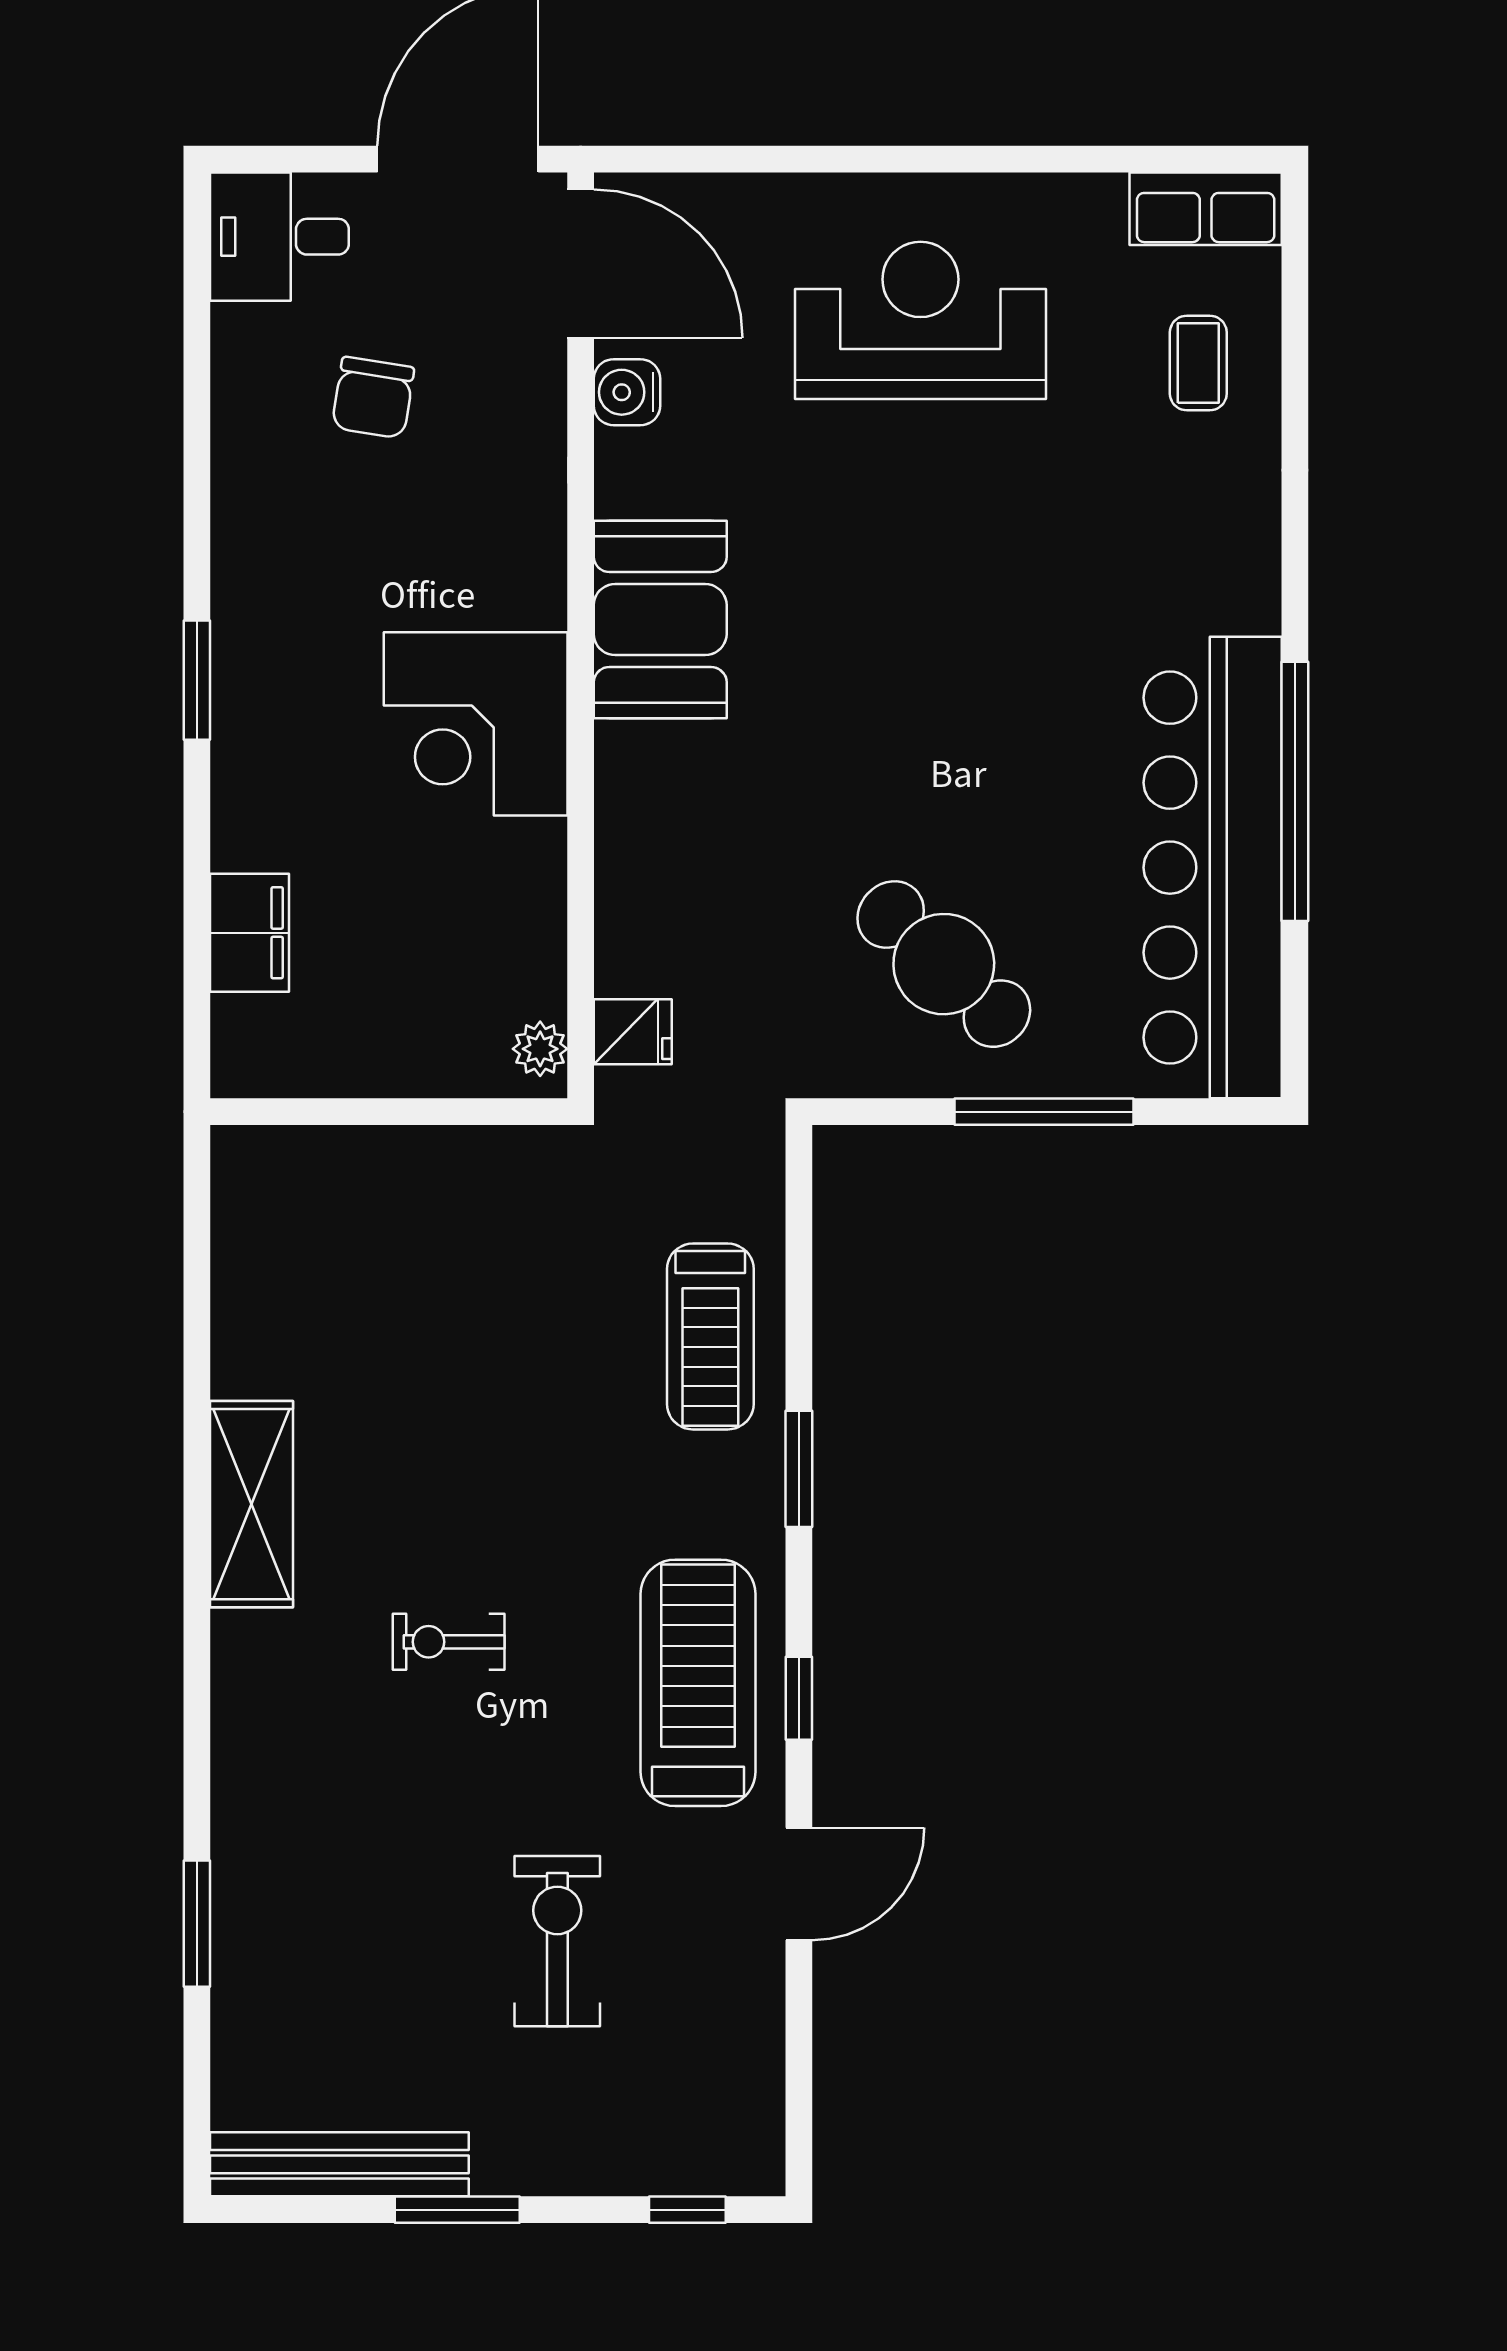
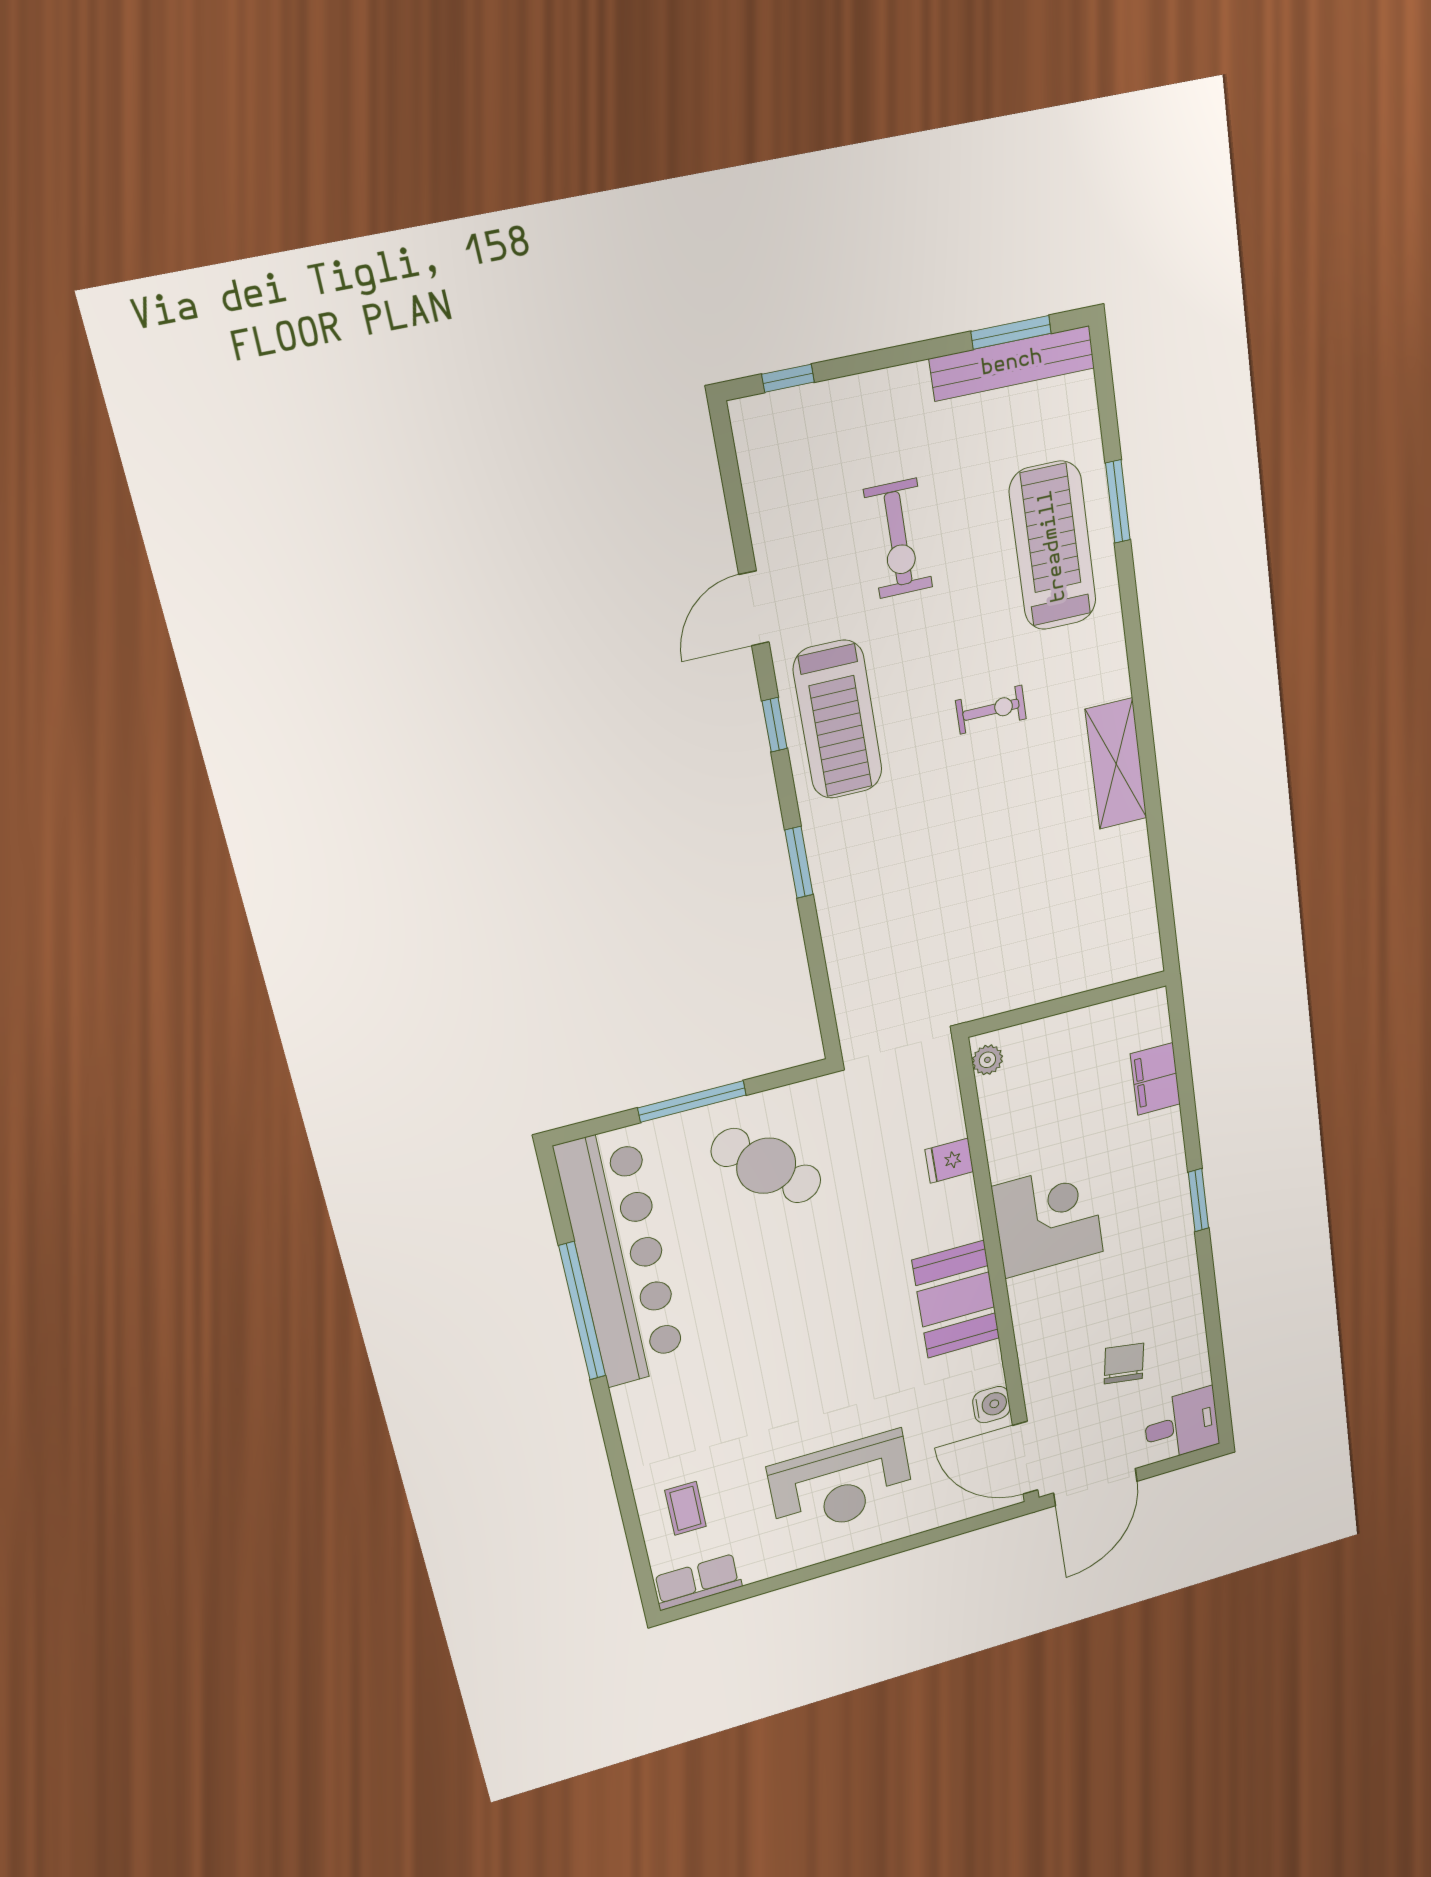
fridge: (633, 1032) -> (949, 1161), moved
treadmill: (710, 1336) -> (1053, 546), moved, width x1.37, depth x1.38
window: (457, 2210) -> (1011, 332), moved

